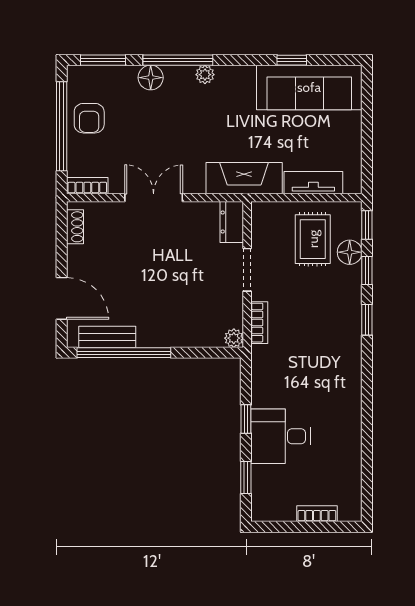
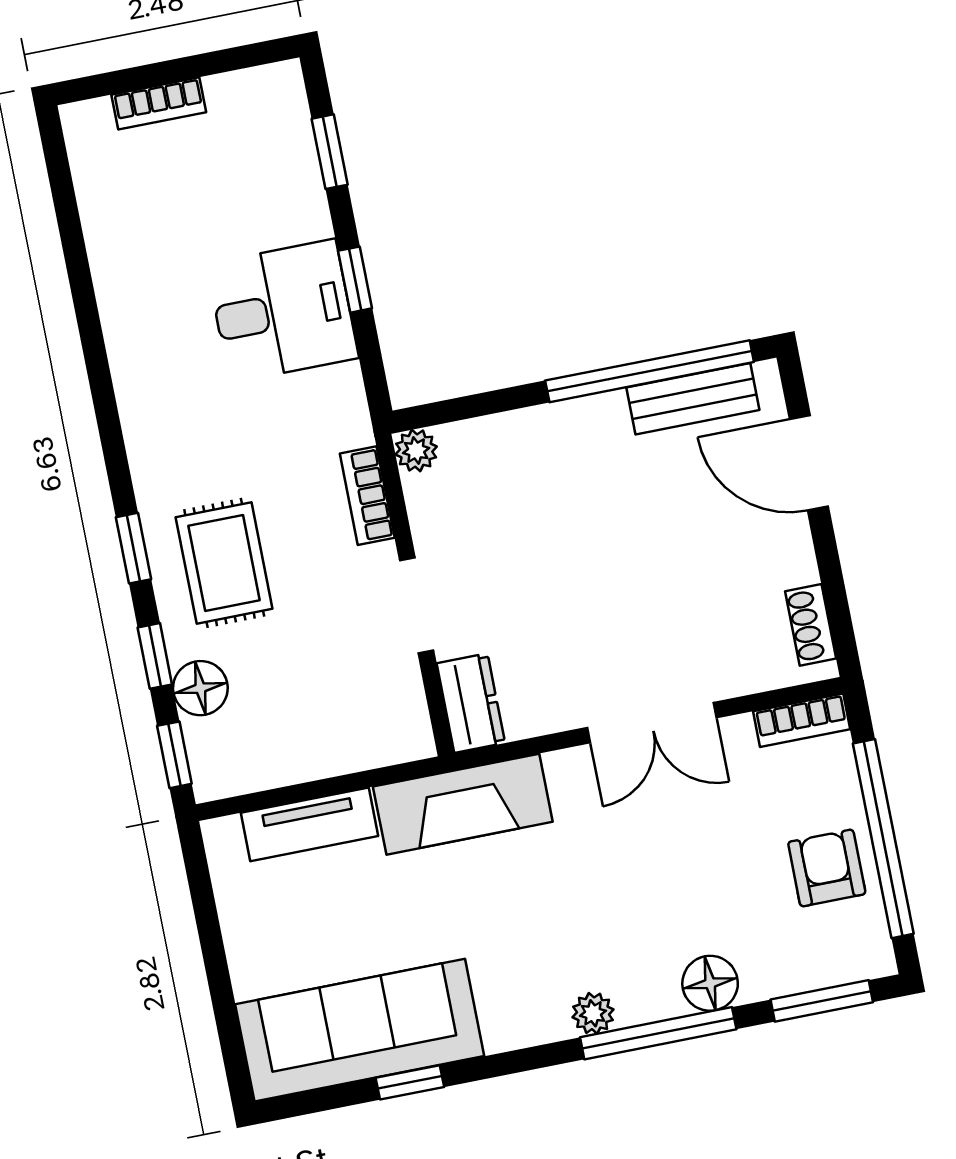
rug: (313, 239) -> (224, 563), moved
desk: (280, 436) -> (283, 311), moved

